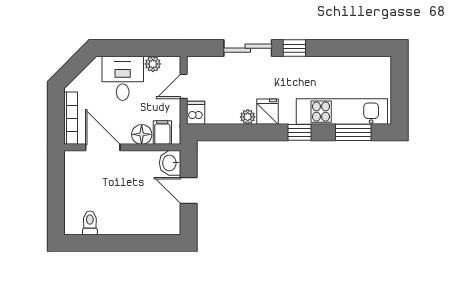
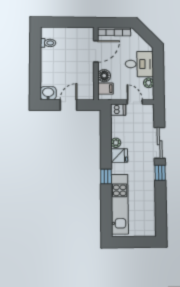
window: (353, 132) -> (106, 212), removed
washbasin: (170, 163) -> (48, 93), moved

